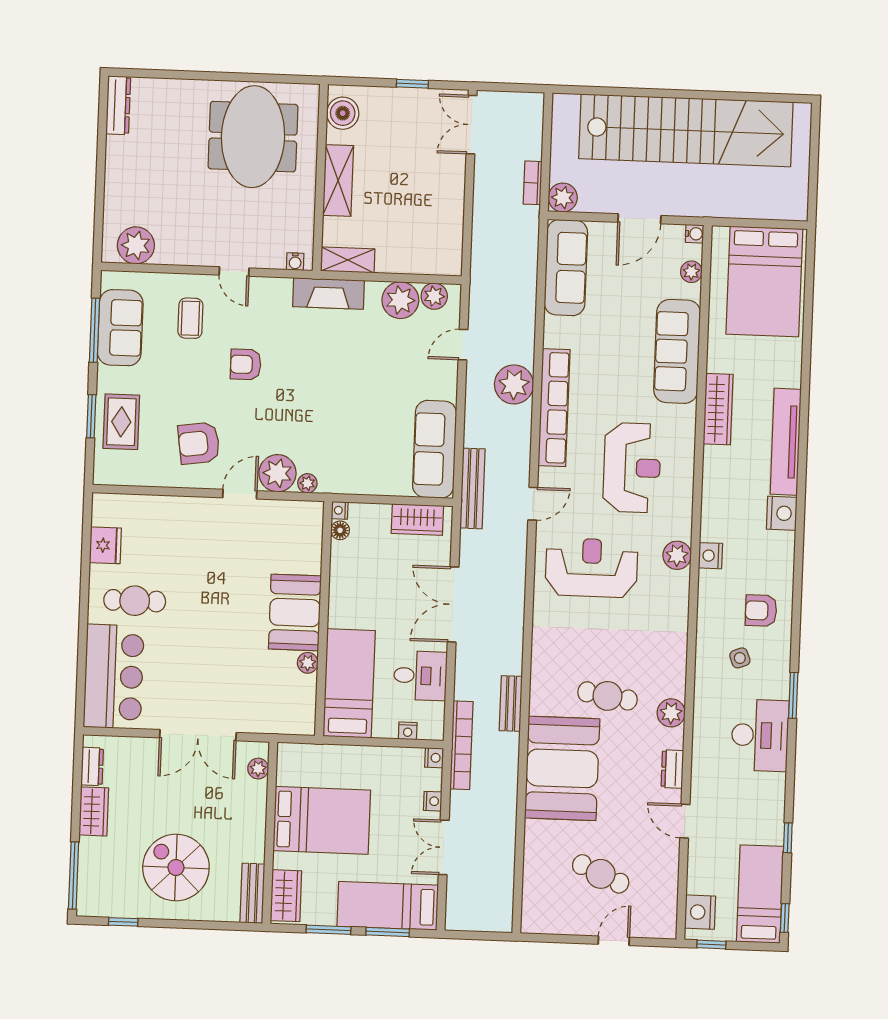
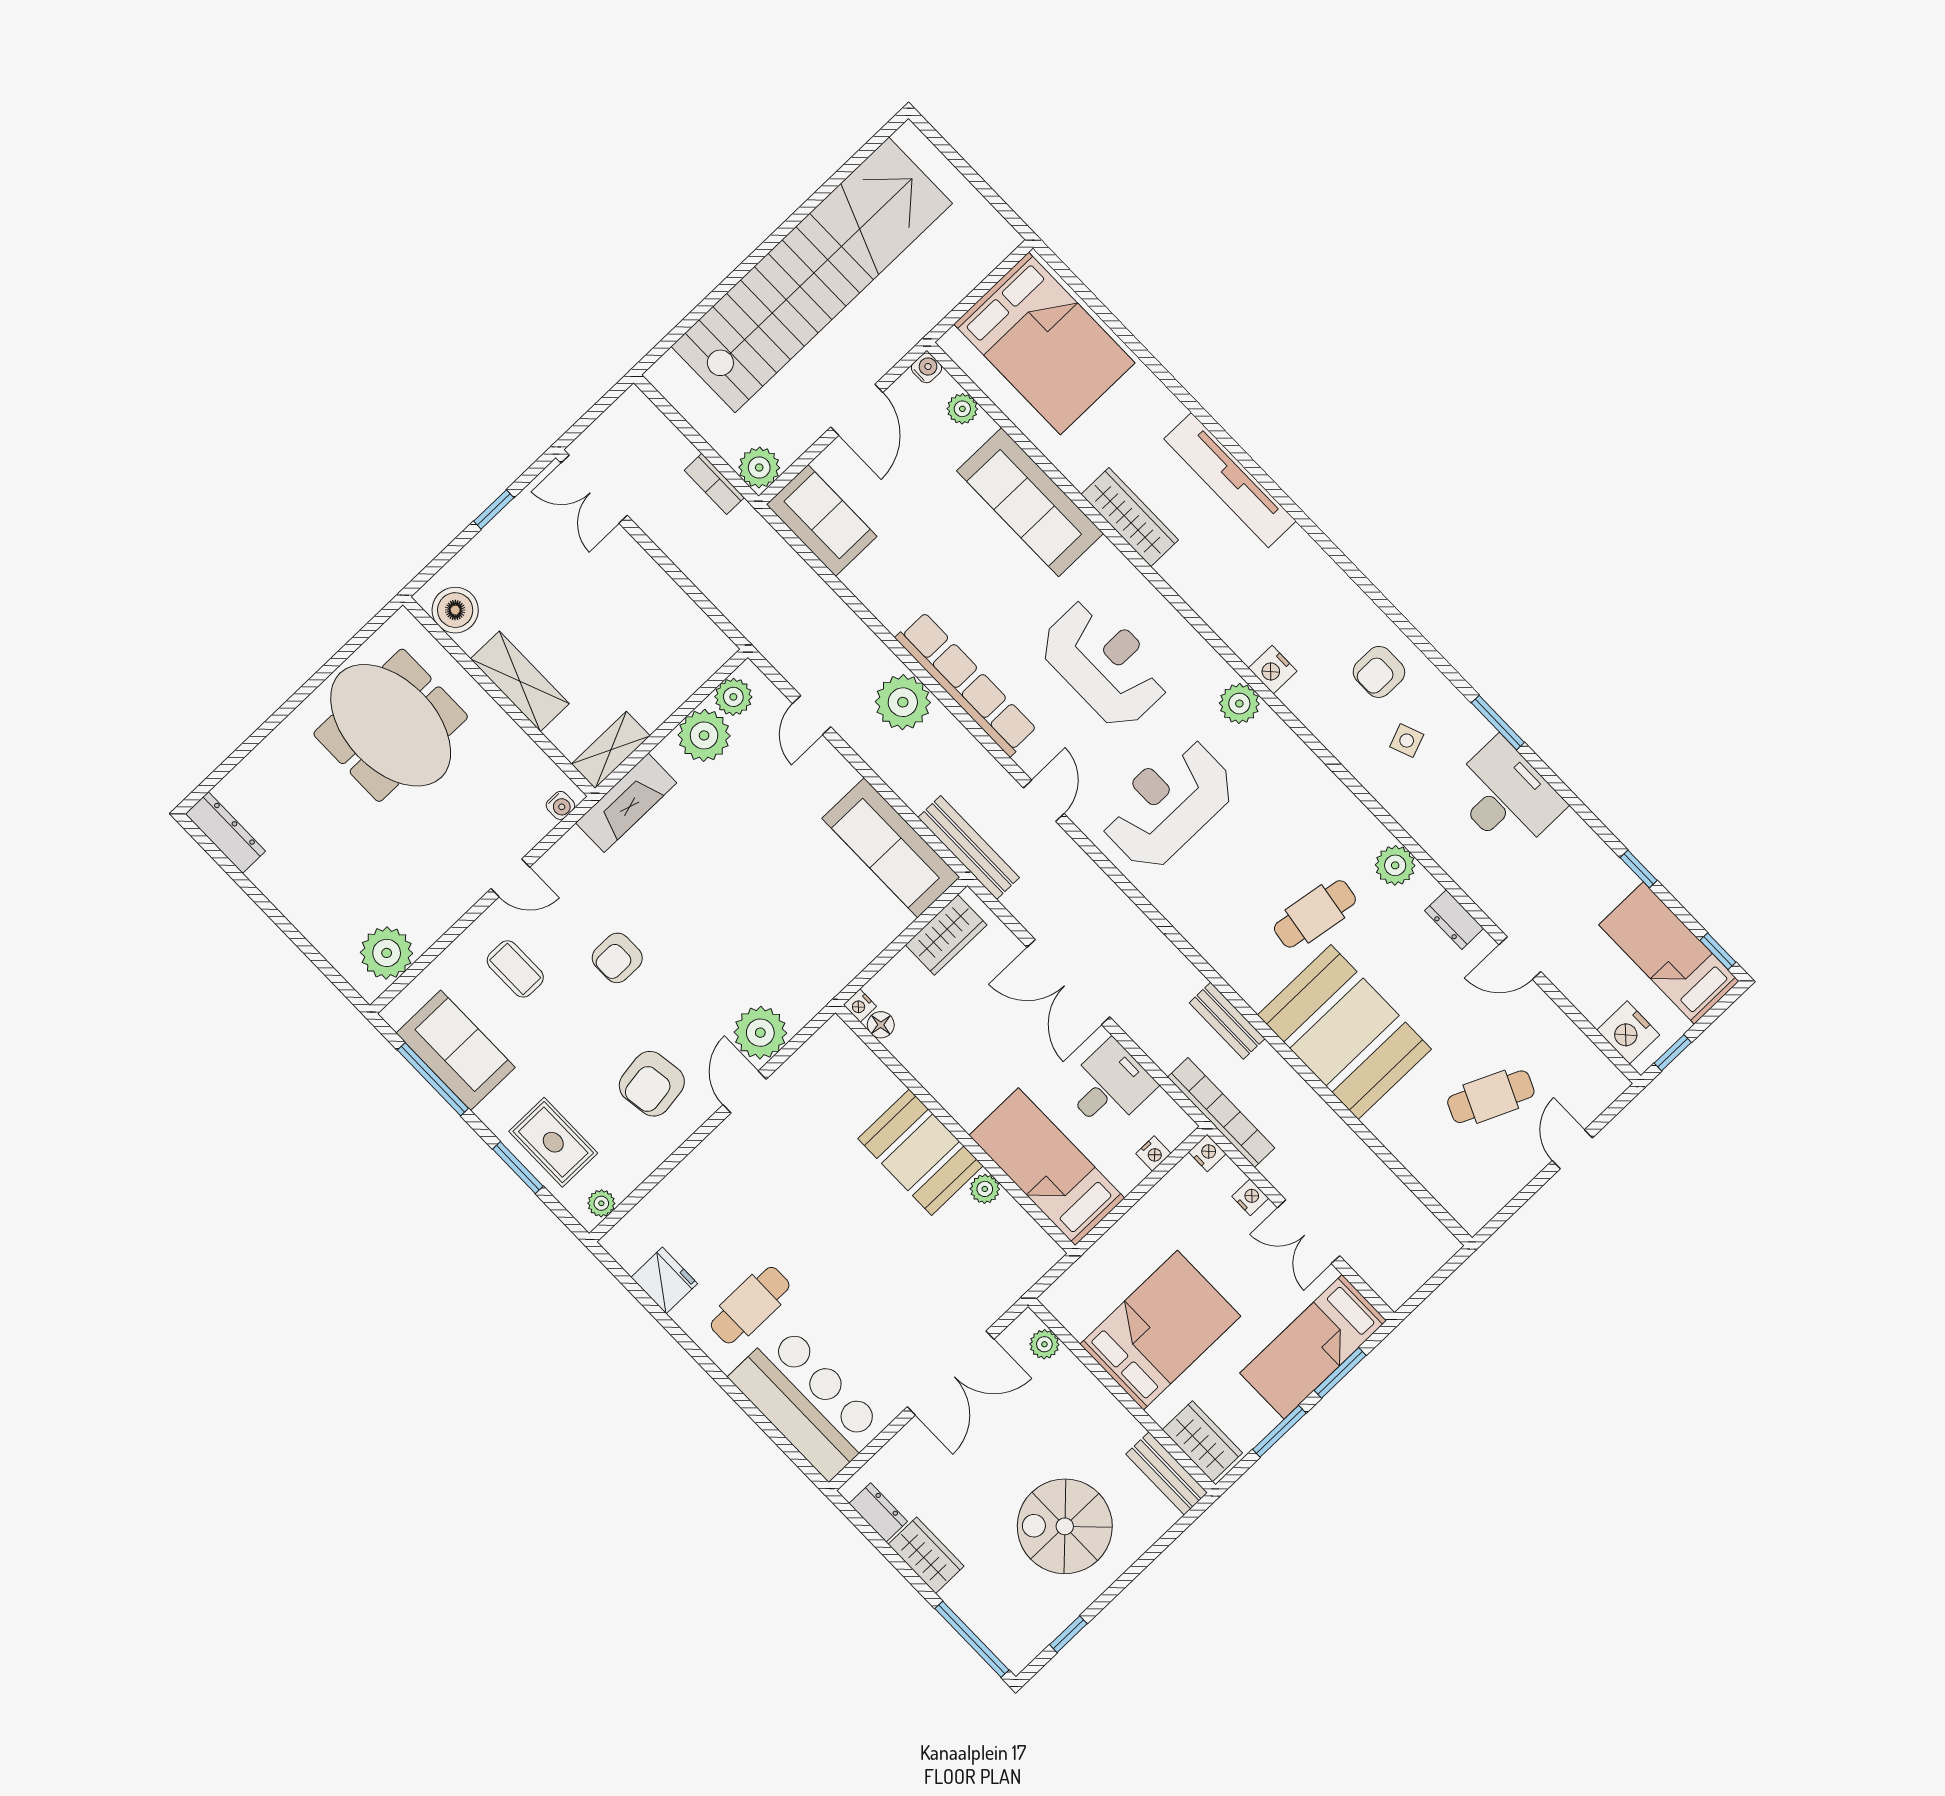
sofa: (566, 268) -> (822, 520), width x0.73
plant: (307, 483) -> (601, 1203), moved
nightstand: (782, 513) -> (1299, 555), removed

